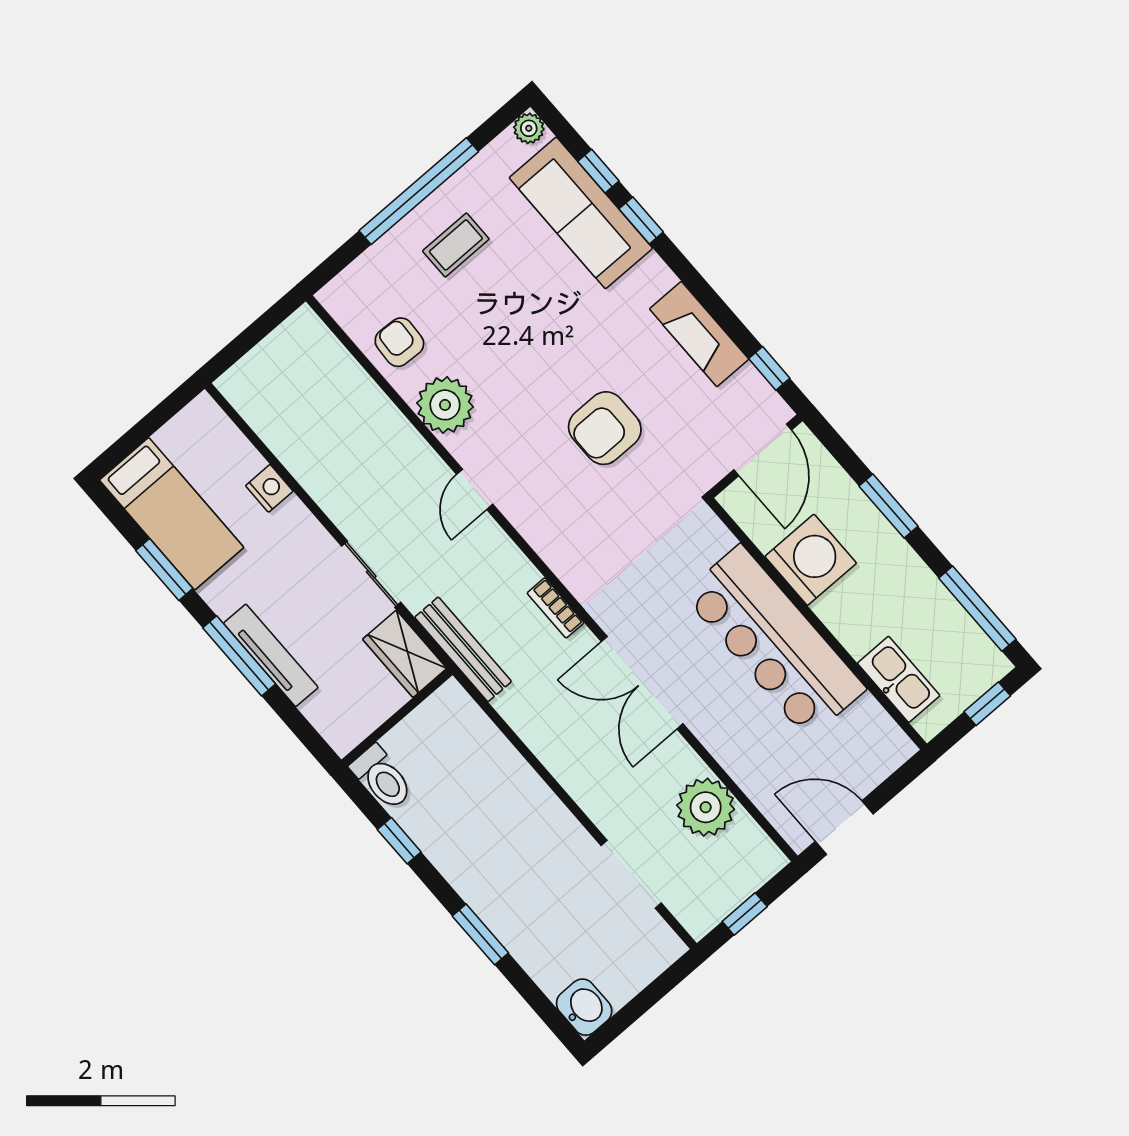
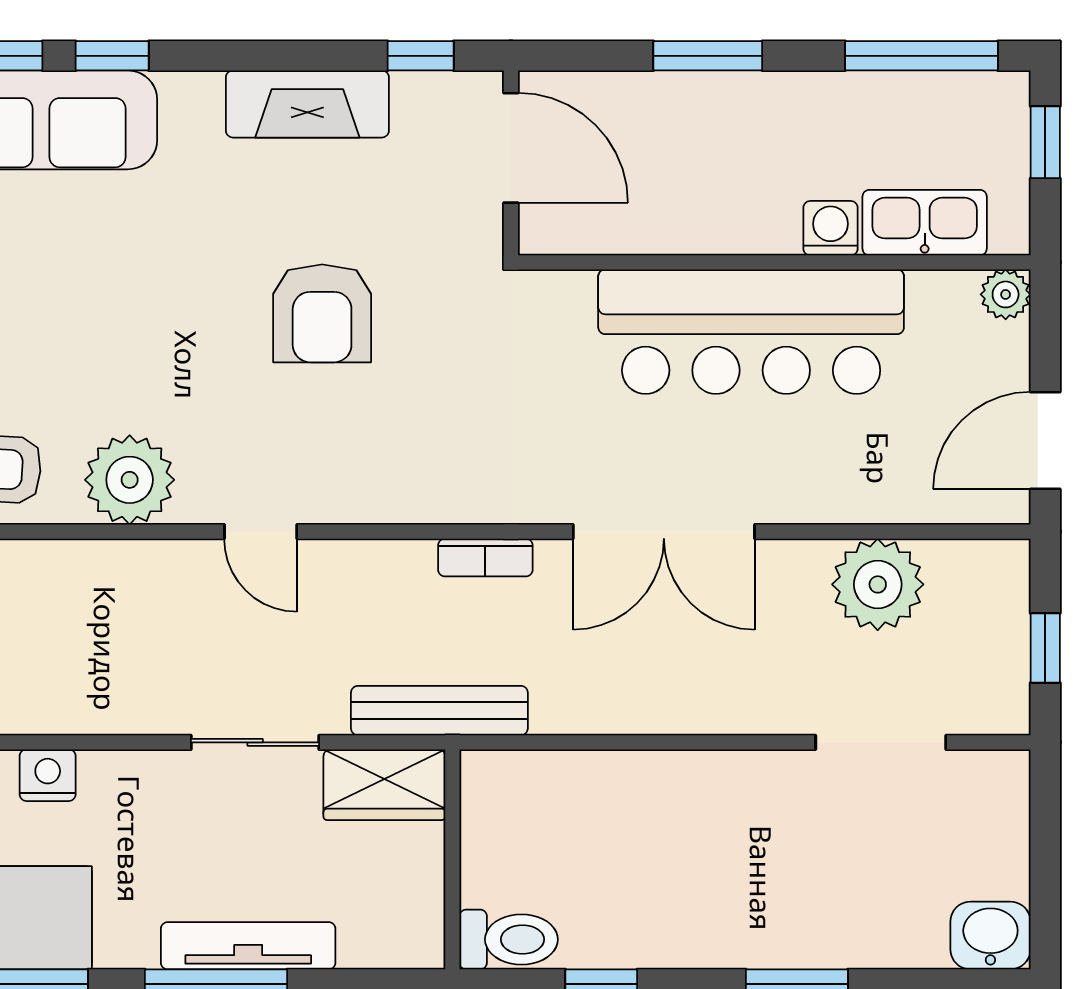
washing machine: (811, 560) -> (831, 228), moved, width x0.53, depth x0.53
plant: (898, 748) -> (1006, 294), added

